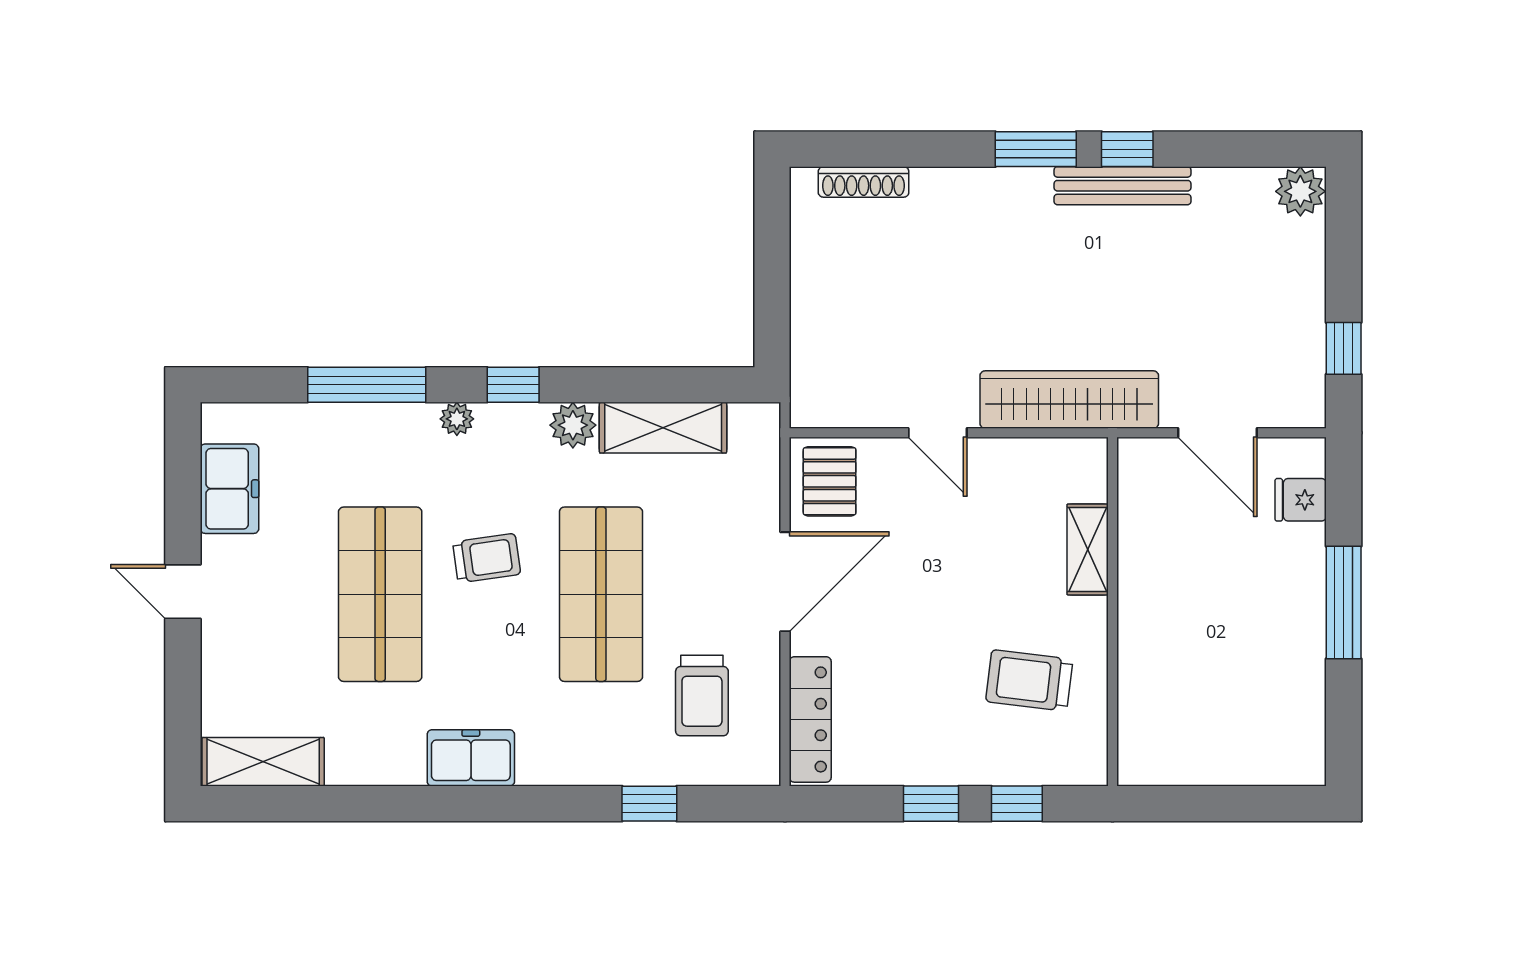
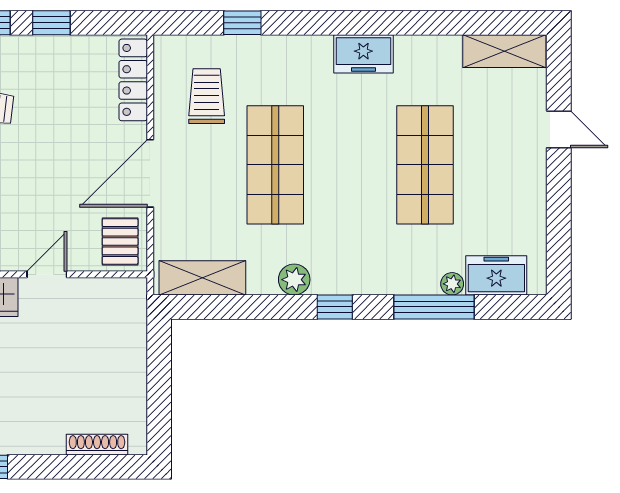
plant: (457, 419) -> (452, 284), moved
shelving: (663, 428) -> (202, 278), moved
door: (938, 433) -> (47, 274), hinge flipped
freezer: (229, 489) -> (496, 275), moved, turned 90
trolley: (487, 558) -> (353, 189), removed
door: (183, 592) -> (559, 129), moved

